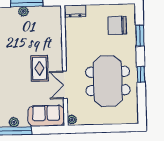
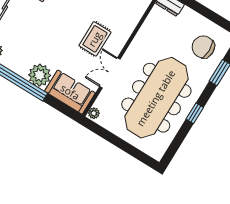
meeting table: (108, 81) -> (156, 98), width x1.36
plant: (14, 122) -> (40, 75), width x1.88, depth x1.88

